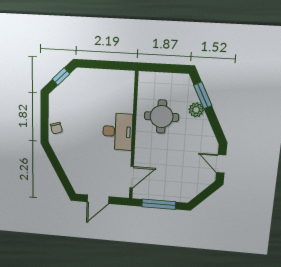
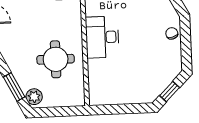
plant: (196, 110) -> (34, 97), moved

